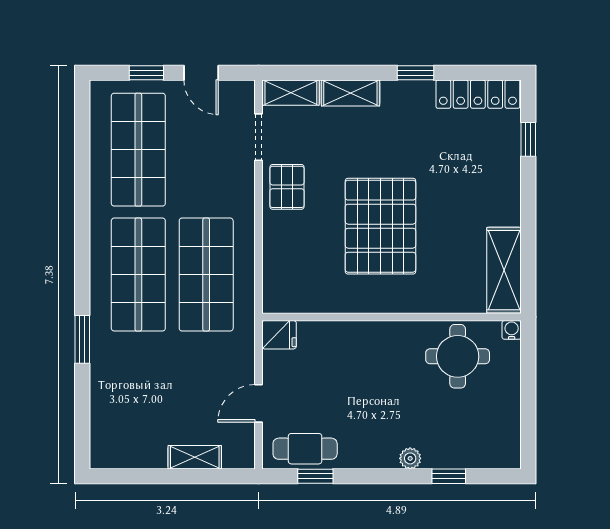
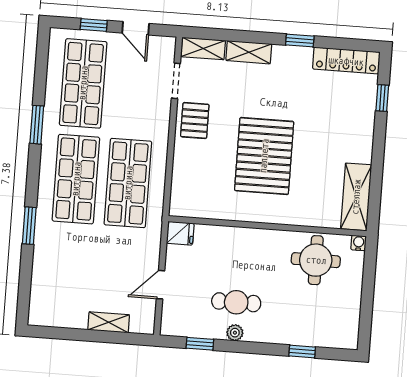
window: (82, 208) -> (37, 125), added
cafe table: (305, 449) -> (236, 302), moved
plant: (410, 458) -> (235, 333), moved

